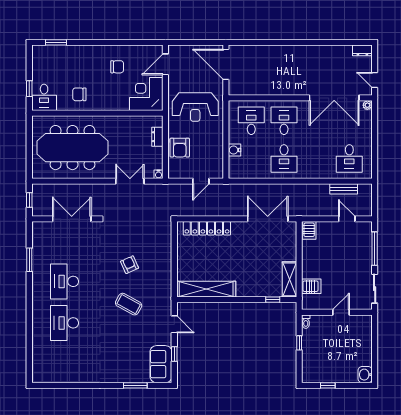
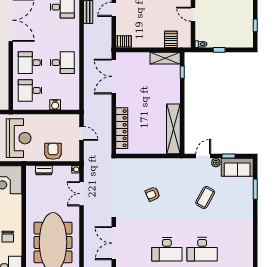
armchair: (180, 148) -> (53, 151), turned -90
coffee table: (129, 304) -> (205, 197), moved
plant: (166, 339) -> (216, 163), added

